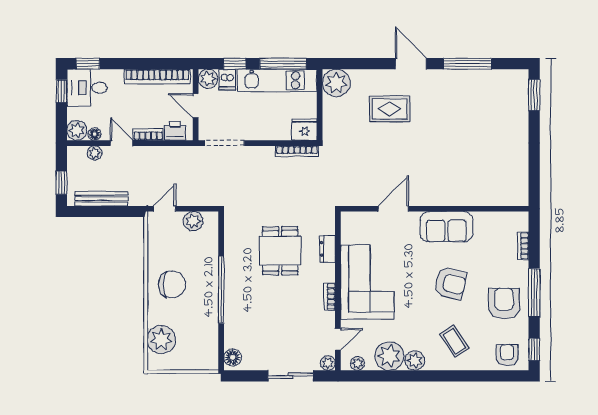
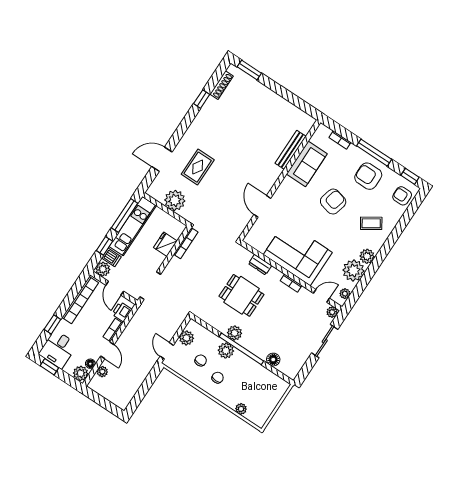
window: (88, 64) -> (52, 324), moved
door: (411, 64) -> (162, 159), moved
window: (467, 64) -> (202, 99), width x0.46
shoe rack: (497, 75) -> (222, 85), added
plant: (336, 83) -> (175, 200), moved
door: (196, 106) -> (115, 288), hinge flipped
fridge: (304, 130) -> (165, 244), moved
door: (122, 143) -> (107, 350), swing flipped
window: (61, 183) -> (107, 405), removed
bench: (101, 199) -> (291, 150), moved
sofa: (446, 227) -> (307, 164), moved
chair: (179, 253) -> (201, 360), added
plant: (234, 271) -> (235, 333), added
plant: (208, 274) -> (226, 351), added
chair: (172, 284) -> (218, 378), width x0.54, depth x0.54
door: (338, 339) -> (321, 296), hinge flipped
plant: (161, 340) -> (241, 409), width x0.53, depth x0.53
floor lamp: (233, 357) -> (273, 360), moved

